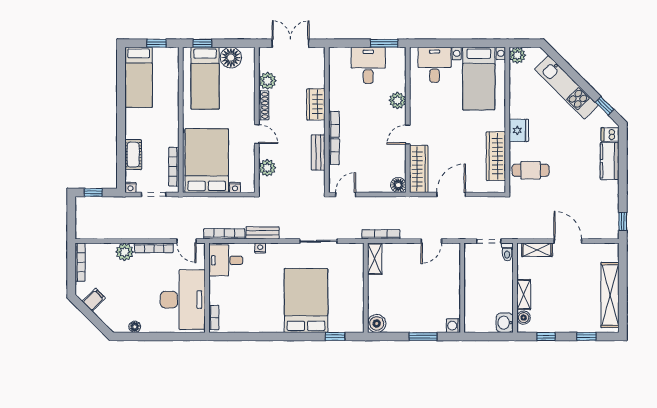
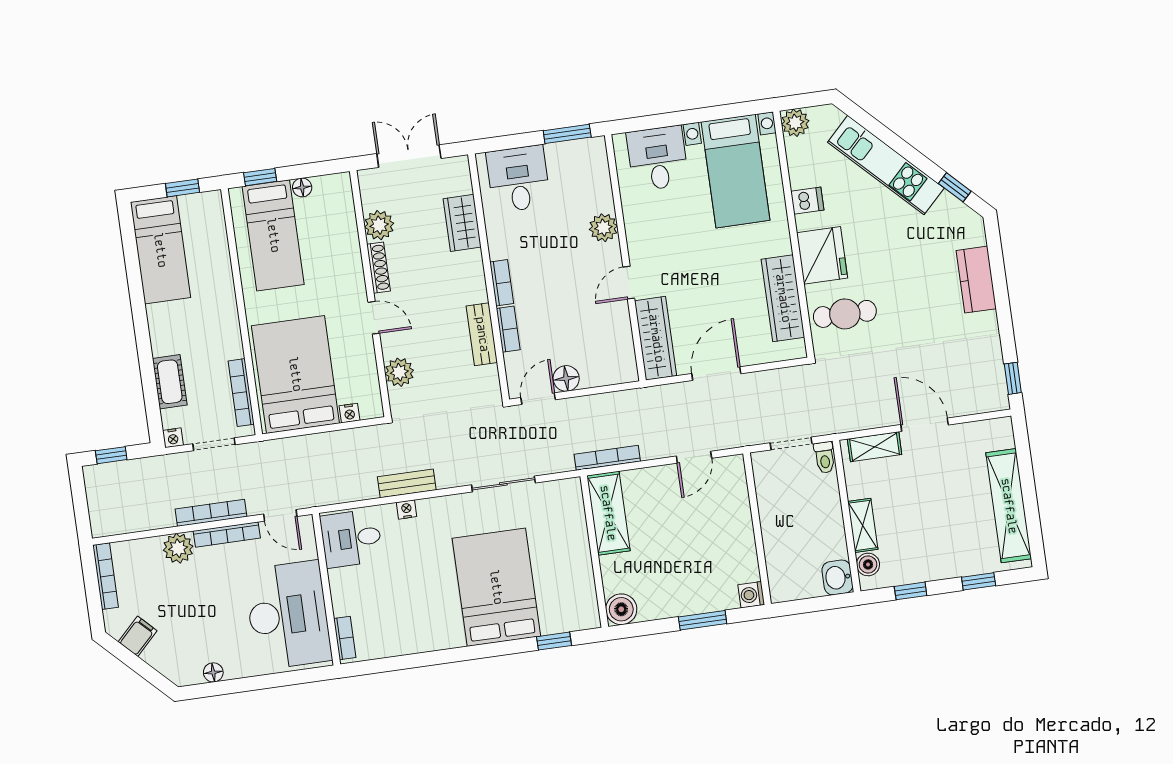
floor lamp: (231, 58) -> (302, 187), width x0.53, depth x0.53
desk: (368, 65) -> (518, 179), moved
wardrobe: (316, 104) -> (462, 223), moved
fridge: (519, 130) -> (822, 255), width x1.36, depth x1.34
dishwasher: (610, 134) -> (807, 201), moved, turned 180
floor lamp: (398, 185) -> (566, 378), moved
bookcase: (224, 234) -> (211, 513), moved
shelving: (375, 259) -> (608, 513), width x1.50, depth x1.33

